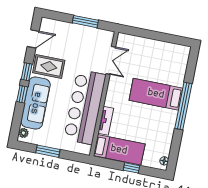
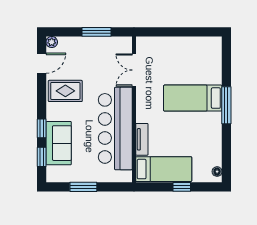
double door: (111, 60) -> (134, 70), swing flipped
window: (27, 72) -> (42, 157), moved
sofa: (36, 103) -> (59, 143), width x0.73
window: (183, 106) -> (226, 105), width x0.68
plant: (23, 133) -> (52, 42), moved

